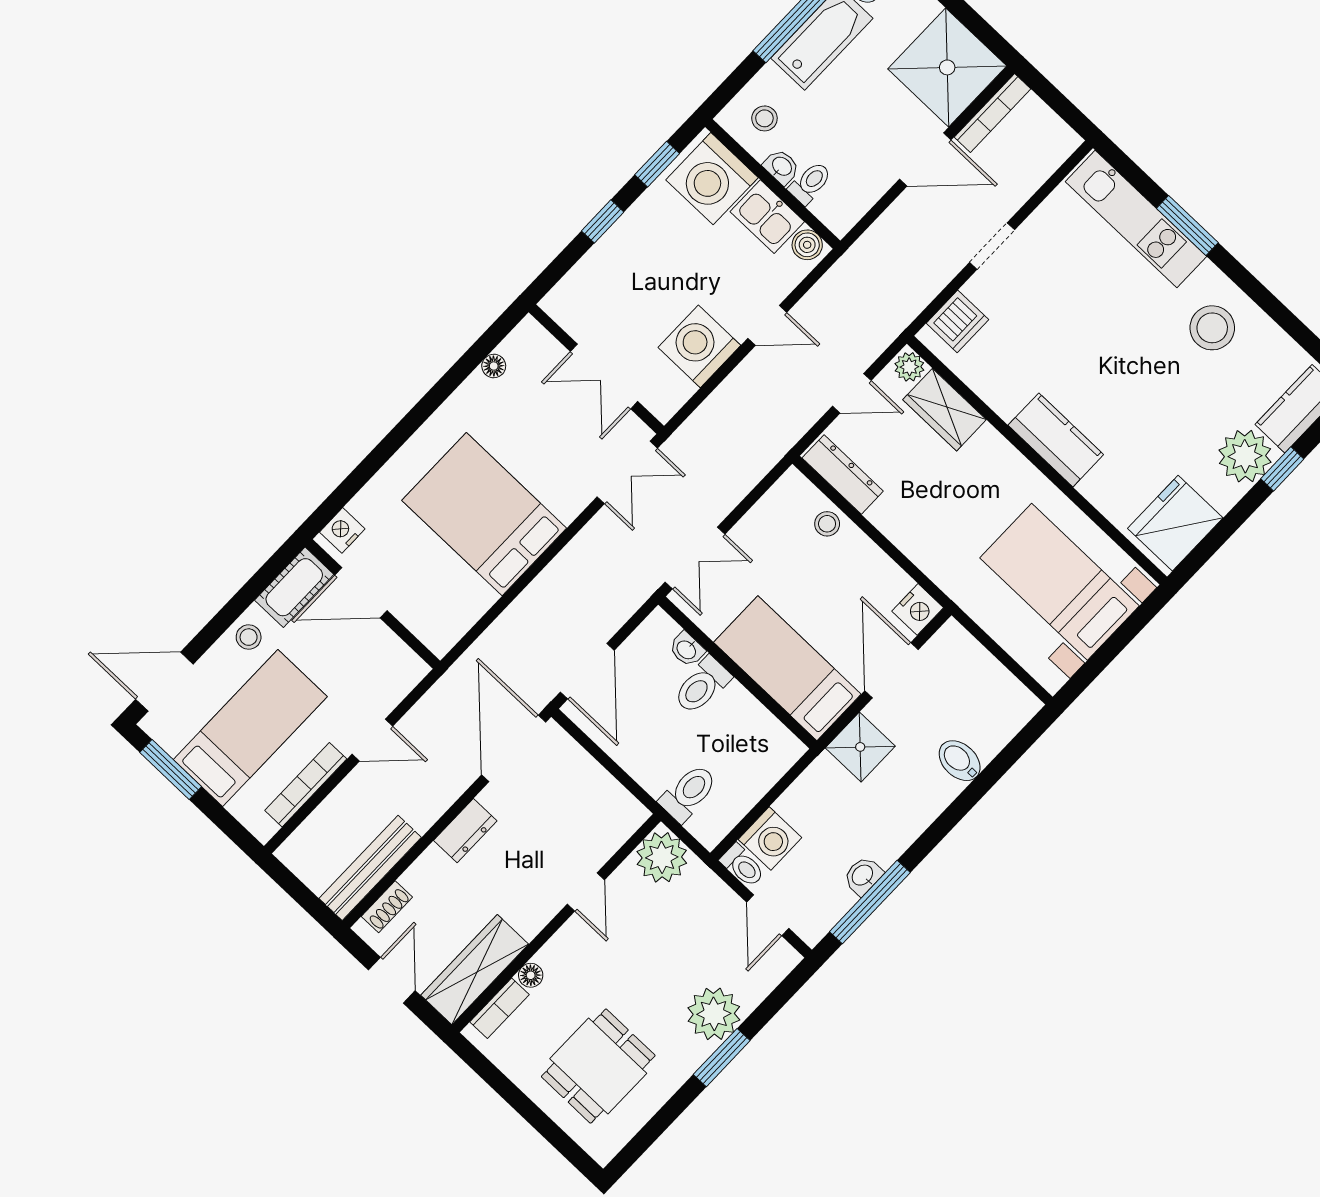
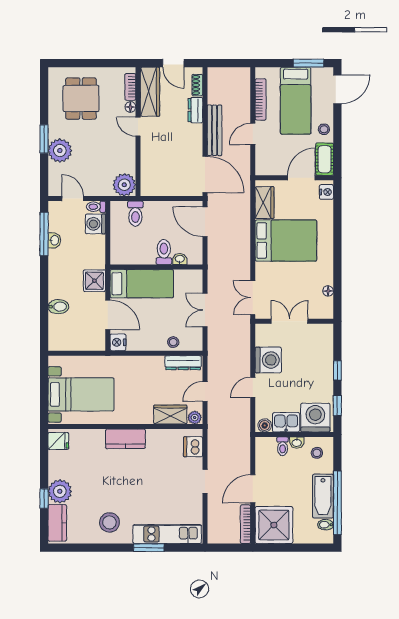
fridge: (1175, 523) -> (58, 441), width x0.53, depth x0.75
double door: (695, 558) -> (205, 310), moved
wardrobe: (460, 610) -> (265, 203), added
dresser: (465, 831) -> (195, 110), moved
bench: (370, 868) -> (215, 130), moved
door: (586, 892) -> (138, 127), moved

